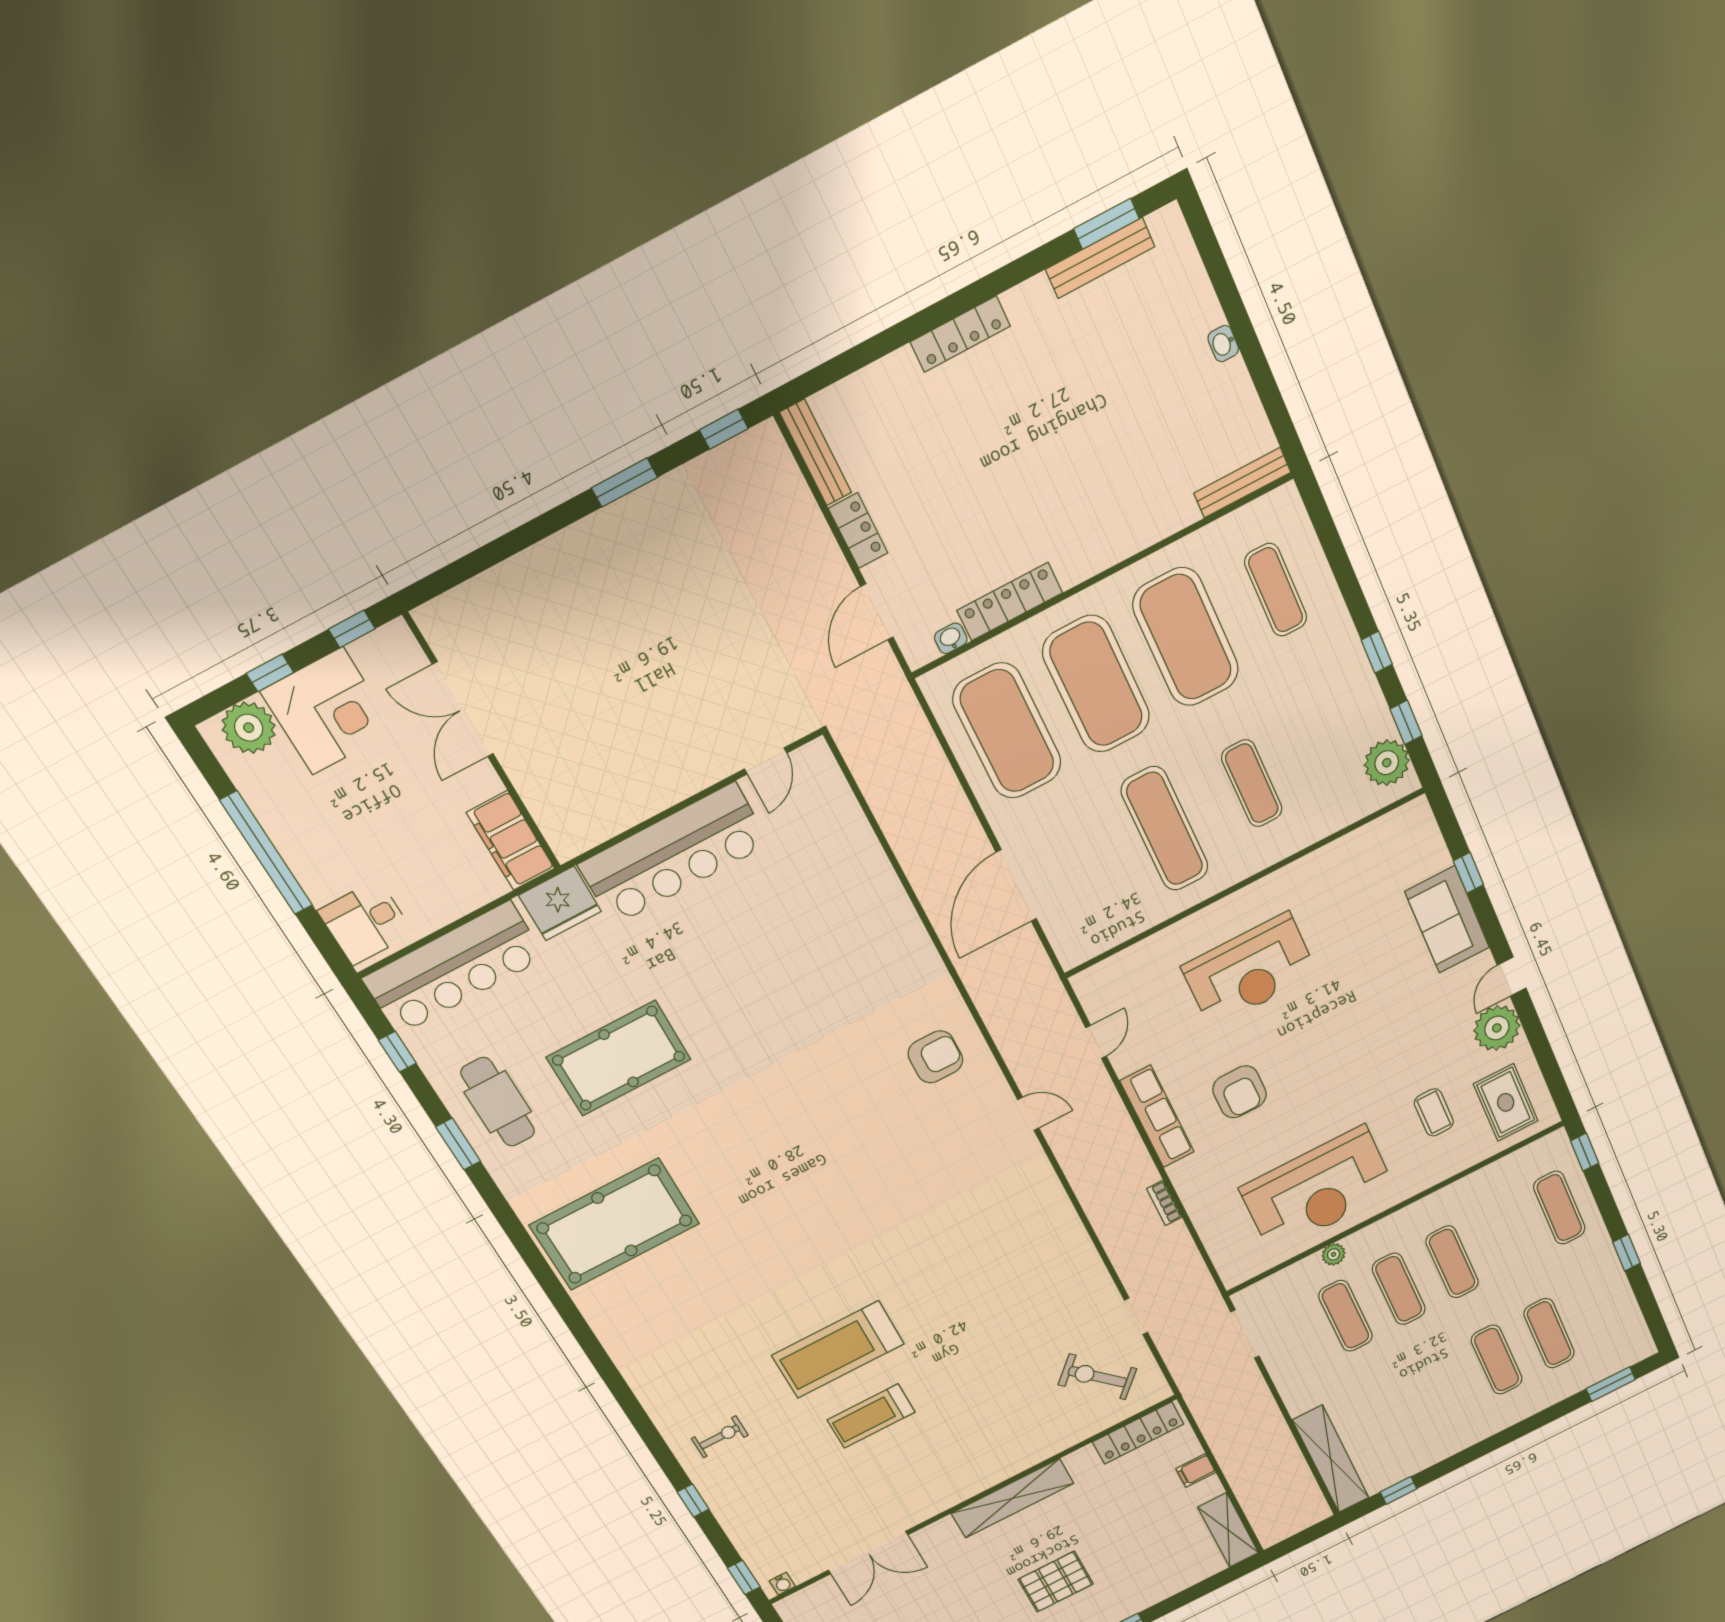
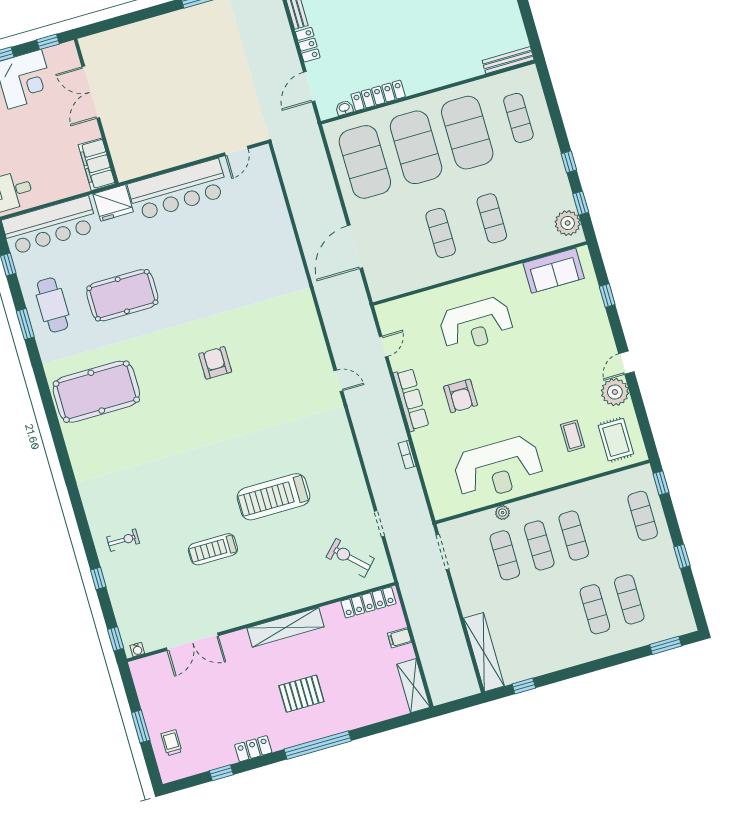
exercise mat: (1165, 829) -> (441, 233), width x0.73, depth x0.69
sofa: (1447, 920) -> (554, 271), moved, turned -90
armchair: (935, 1057) -> (215, 363), moved, turned -90
treadmill: (838, 1350) -> (274, 497), moved

